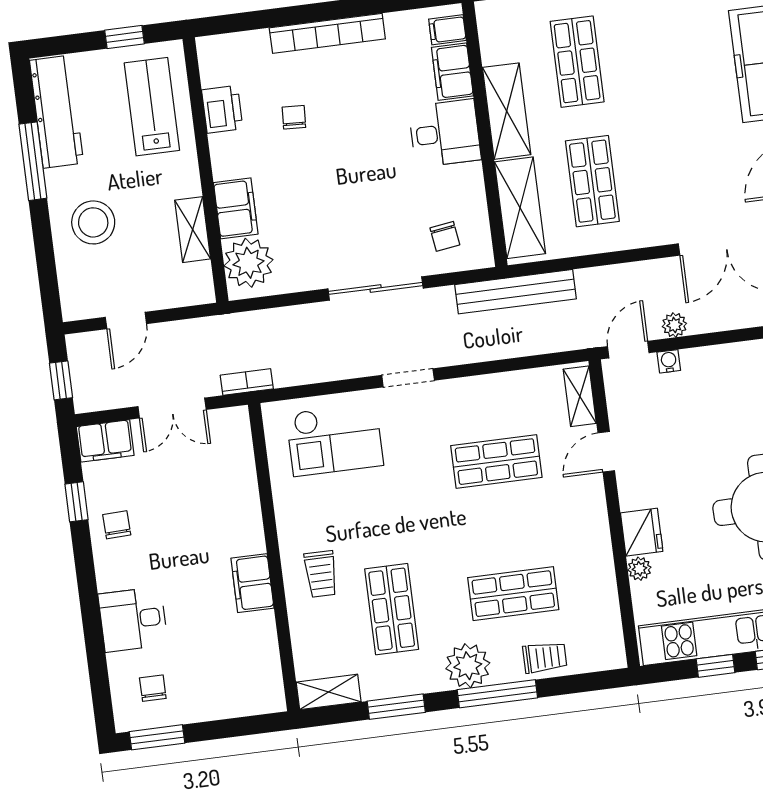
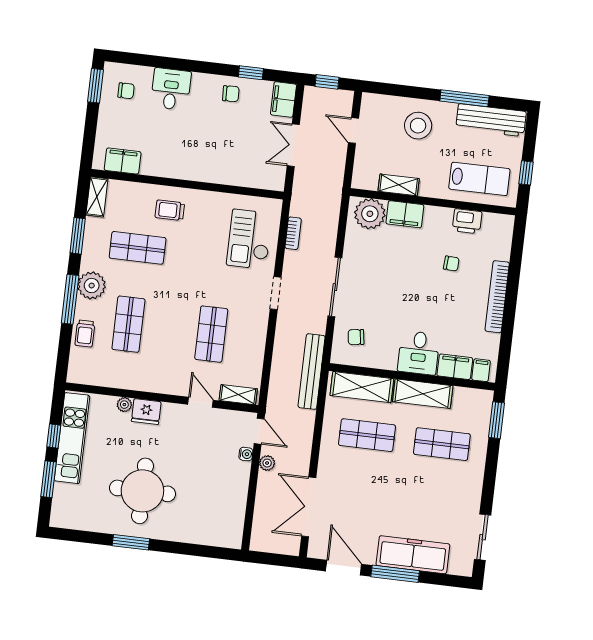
bookcase: (247, 382) -> (293, 233), moved
filing cabinet: (252, 583) -> (123, 161), moved

